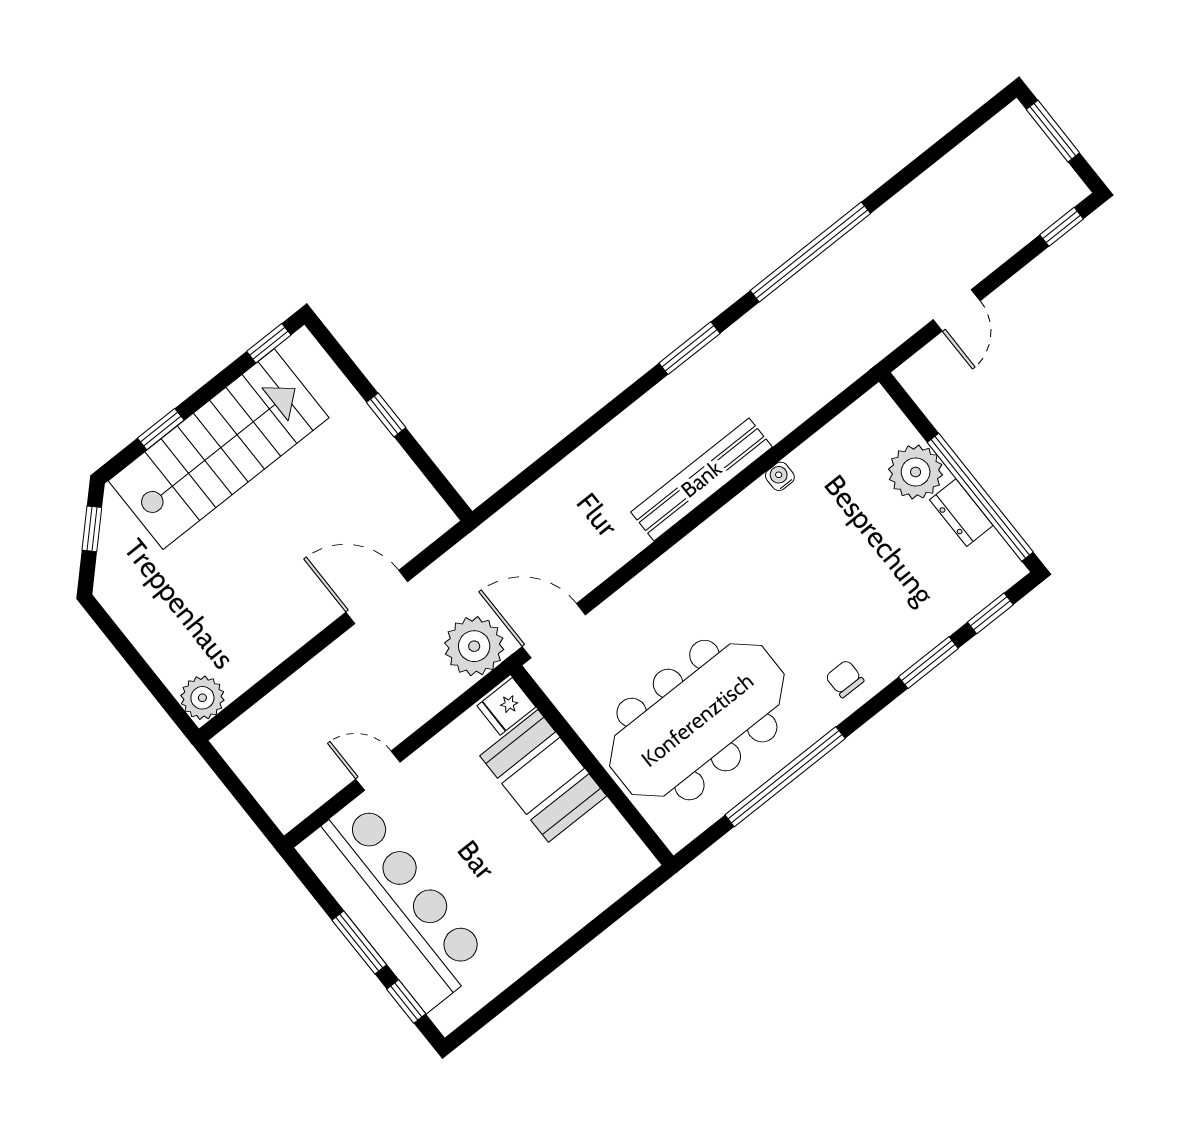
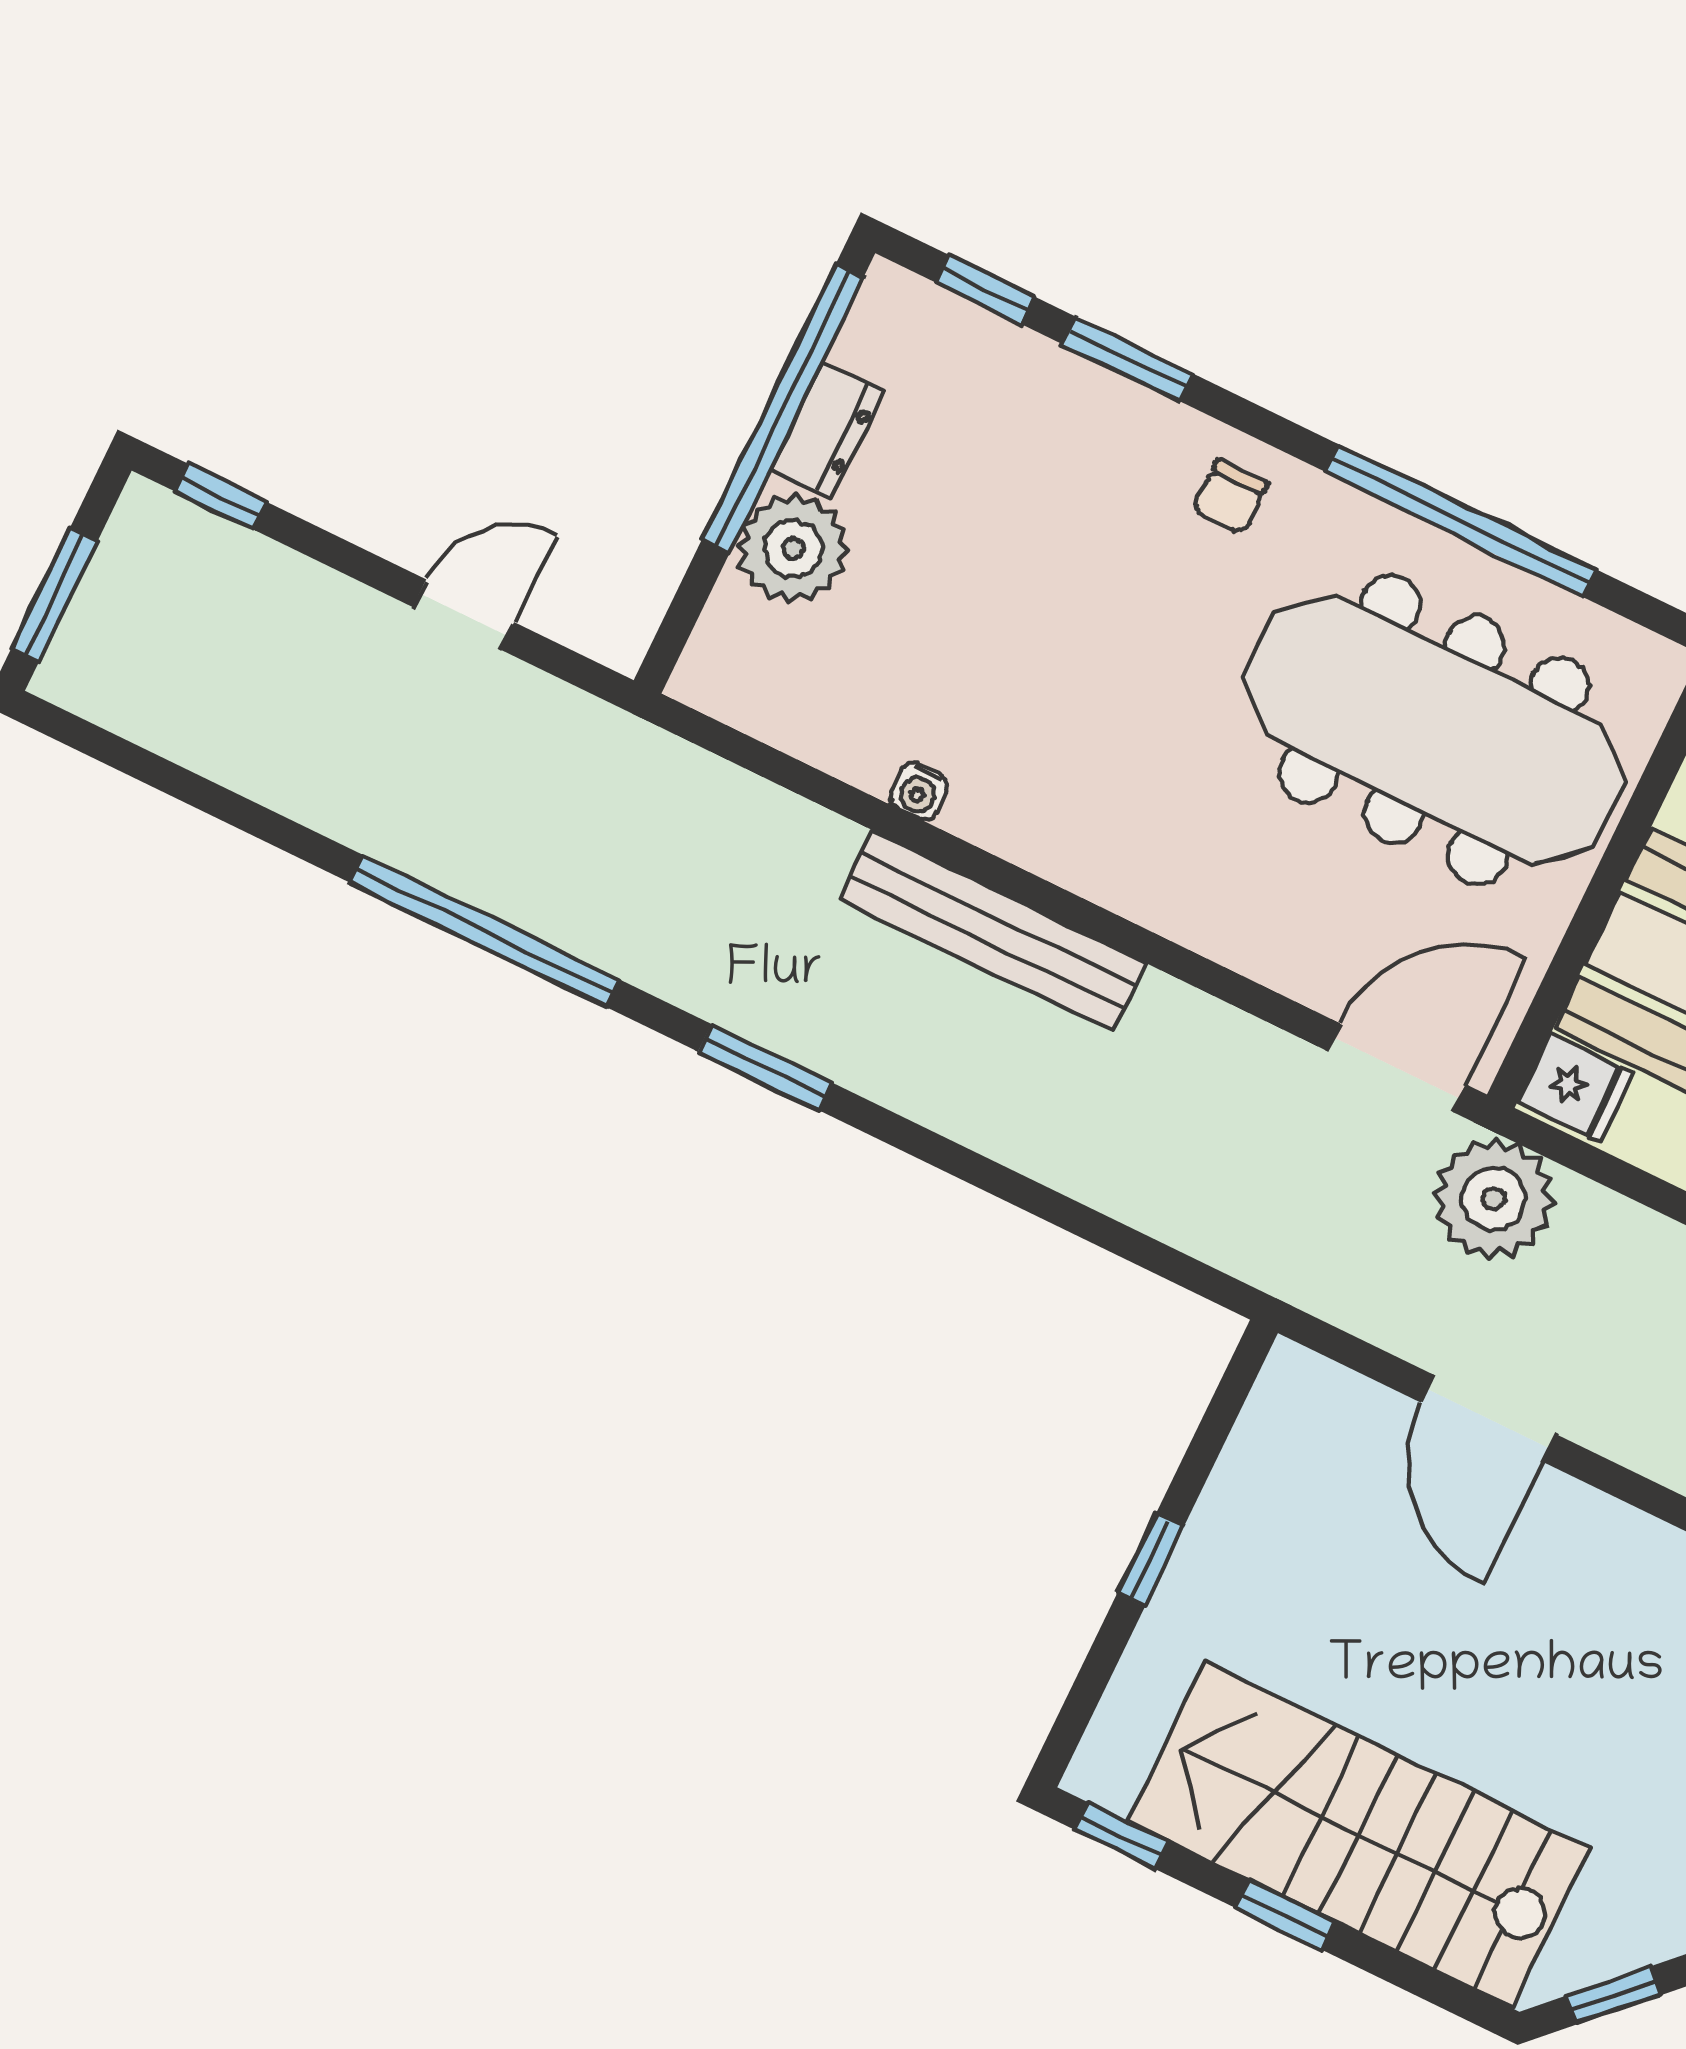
window: (161, 429) -> (1285, 1915), moved
door: (554, 631) -> (1396, 1068), swing flipped

